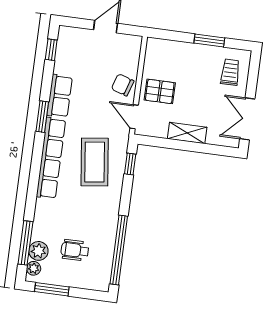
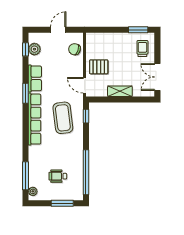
window: (209, 40) -> (138, 30), moved
chair: (123, 85) -> (75, 49), moved
plant: (38, 251) -> (34, 49), moved
window: (52, 289) -> (62, 203), moved

